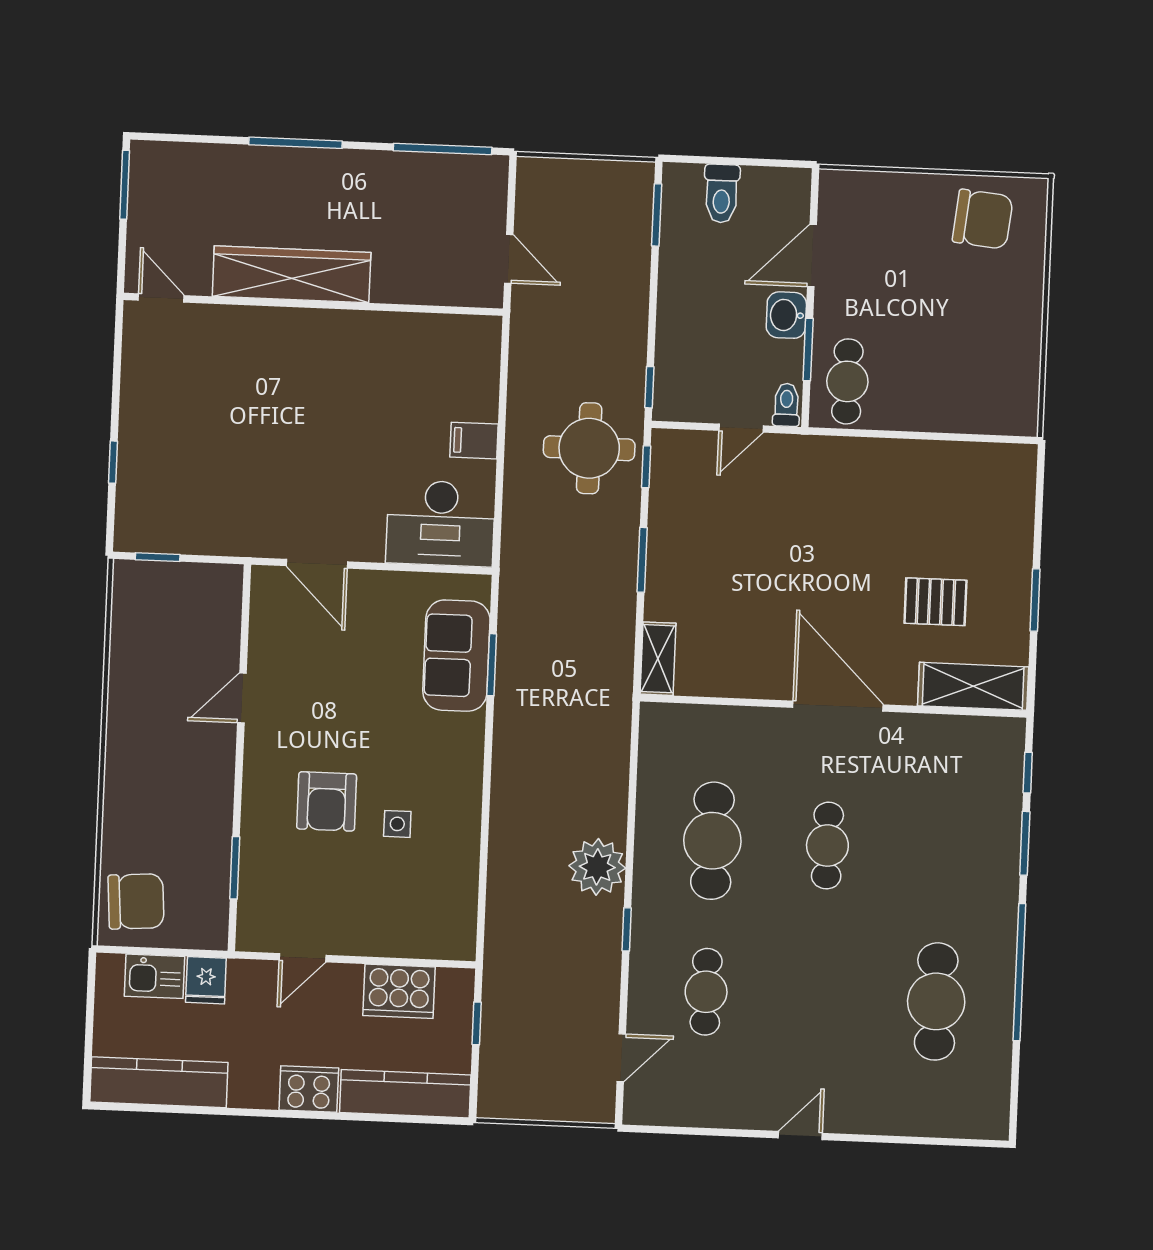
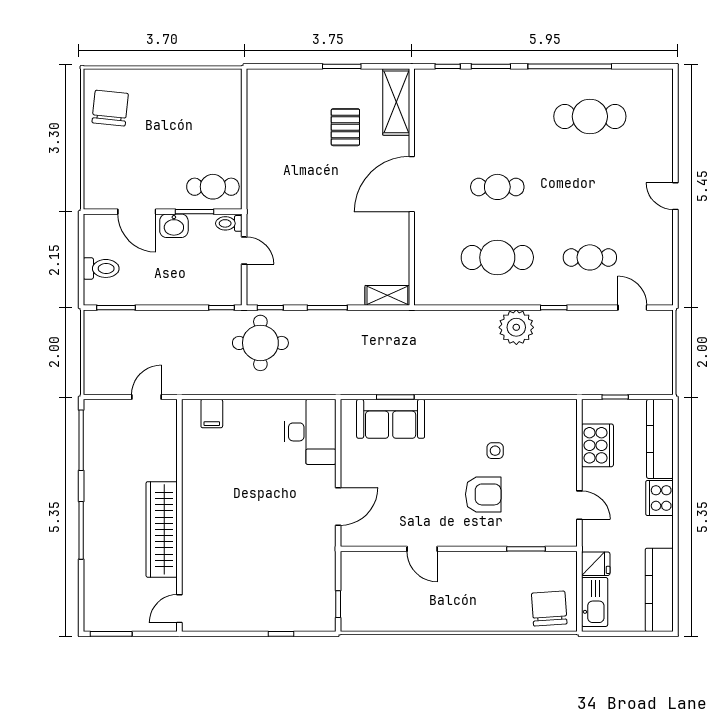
filing cabinet: (474, 441) -> (212, 414), moved
kitchen sink: (155, 976) -> (595, 602), width x1.38

